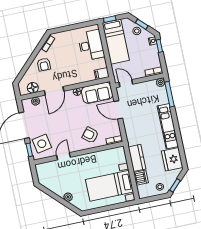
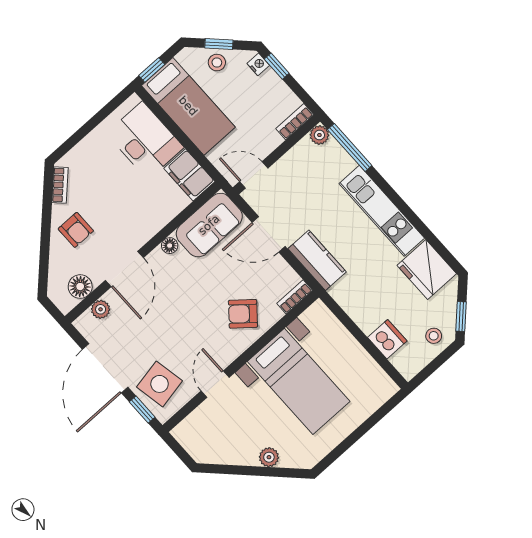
filing cabinet: (102, 74) -> (189, 175), width x2.00
kitchen counter: (137, 158) -> (317, 260), moved
bed with nightstands: (109, 186) -> (299, 381), moved, turned -90

